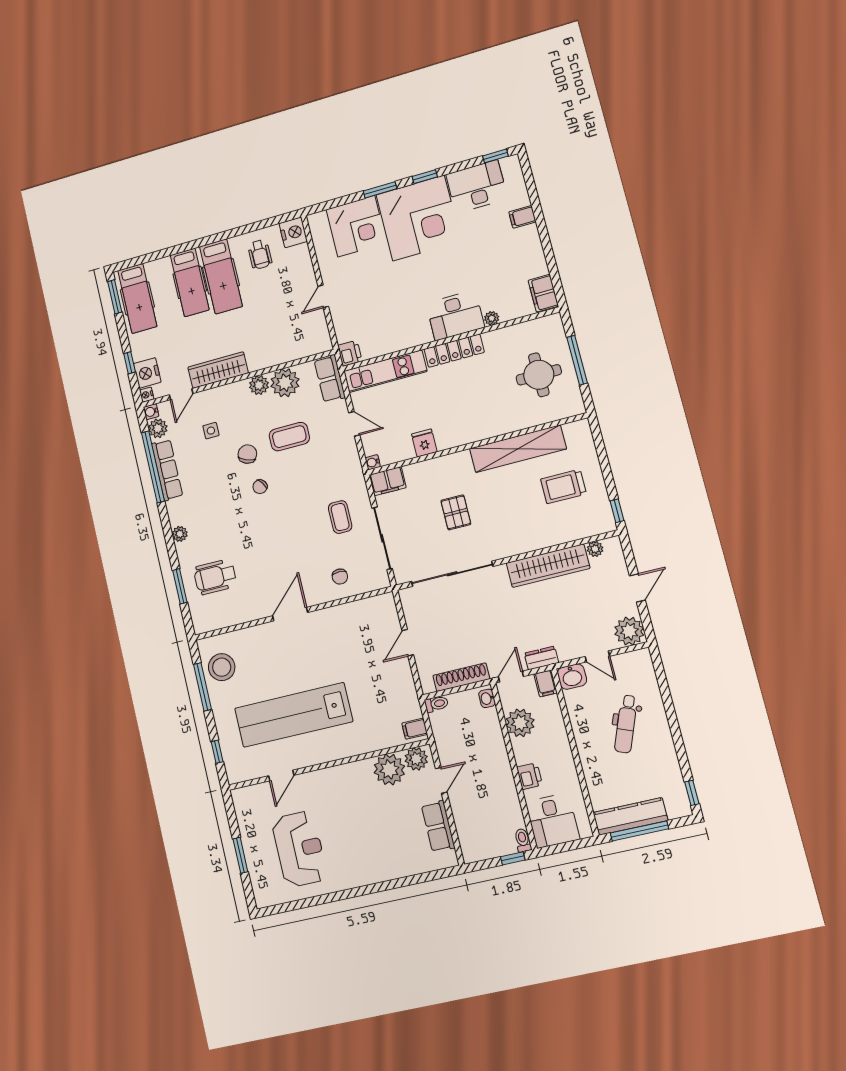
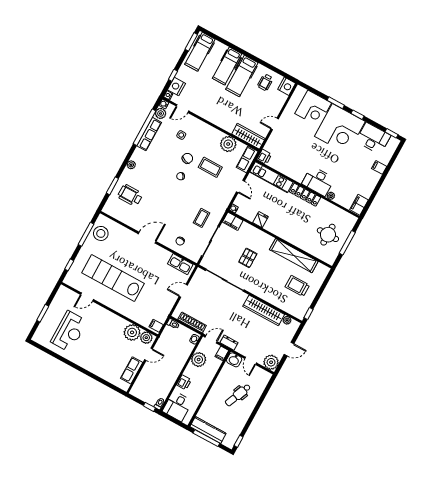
wardrobe: (218, 370) -> (248, 136), moved
plant: (259, 385) -> (217, 135), removed
kitchen sink: (369, 609) -> (180, 264), added

